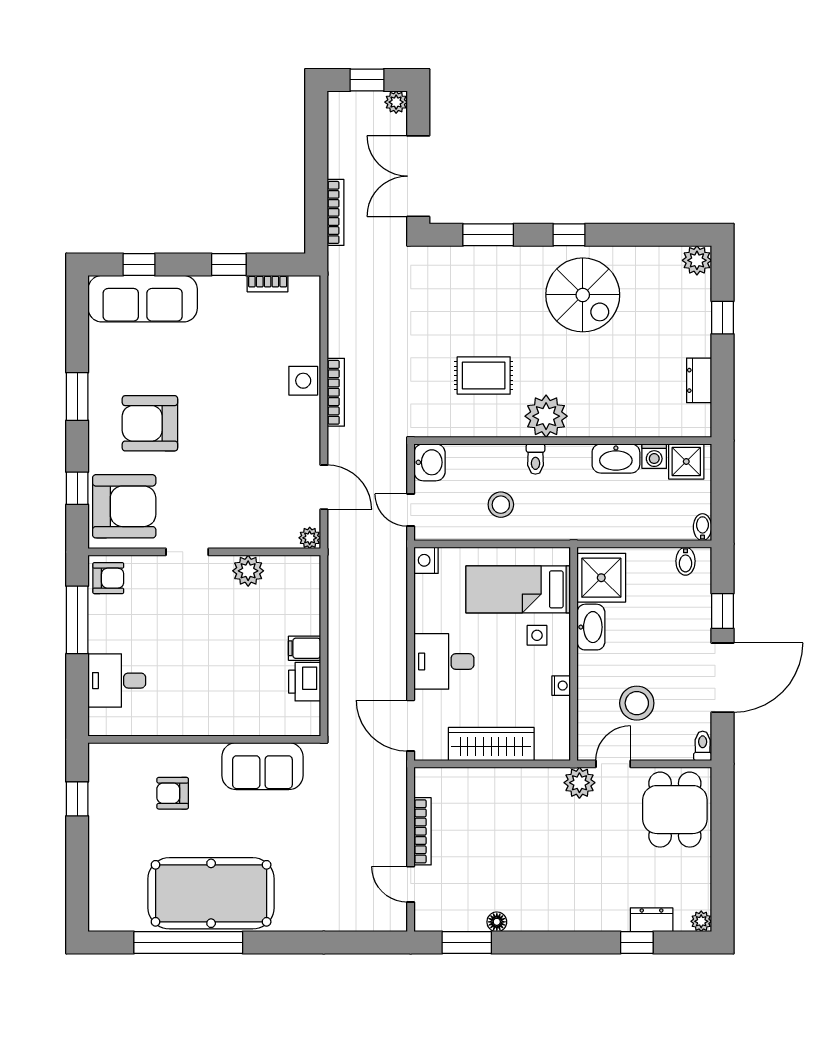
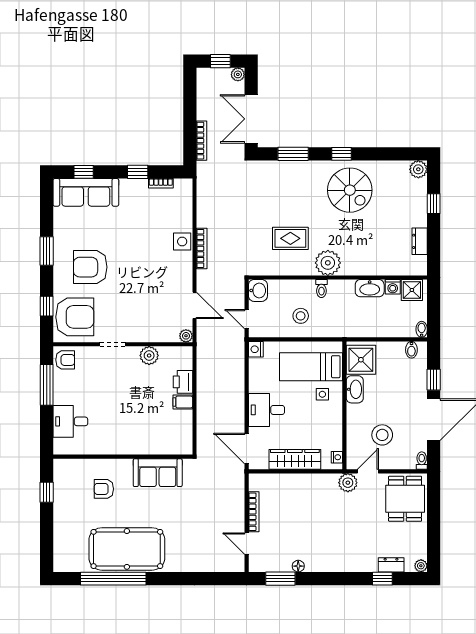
printer: (305, 682) -> (183, 382), moved
nightstand: (561, 686) -> (337, 457), moved

